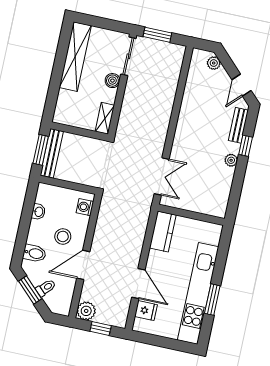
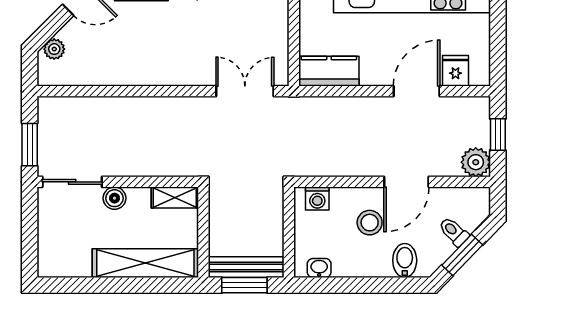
shelving: (75, 57) -> (145, 263), moved
washbasin: (39, 212) -> (319, 268), moved
door: (83, 265) -> (406, 182), hinge flipped

